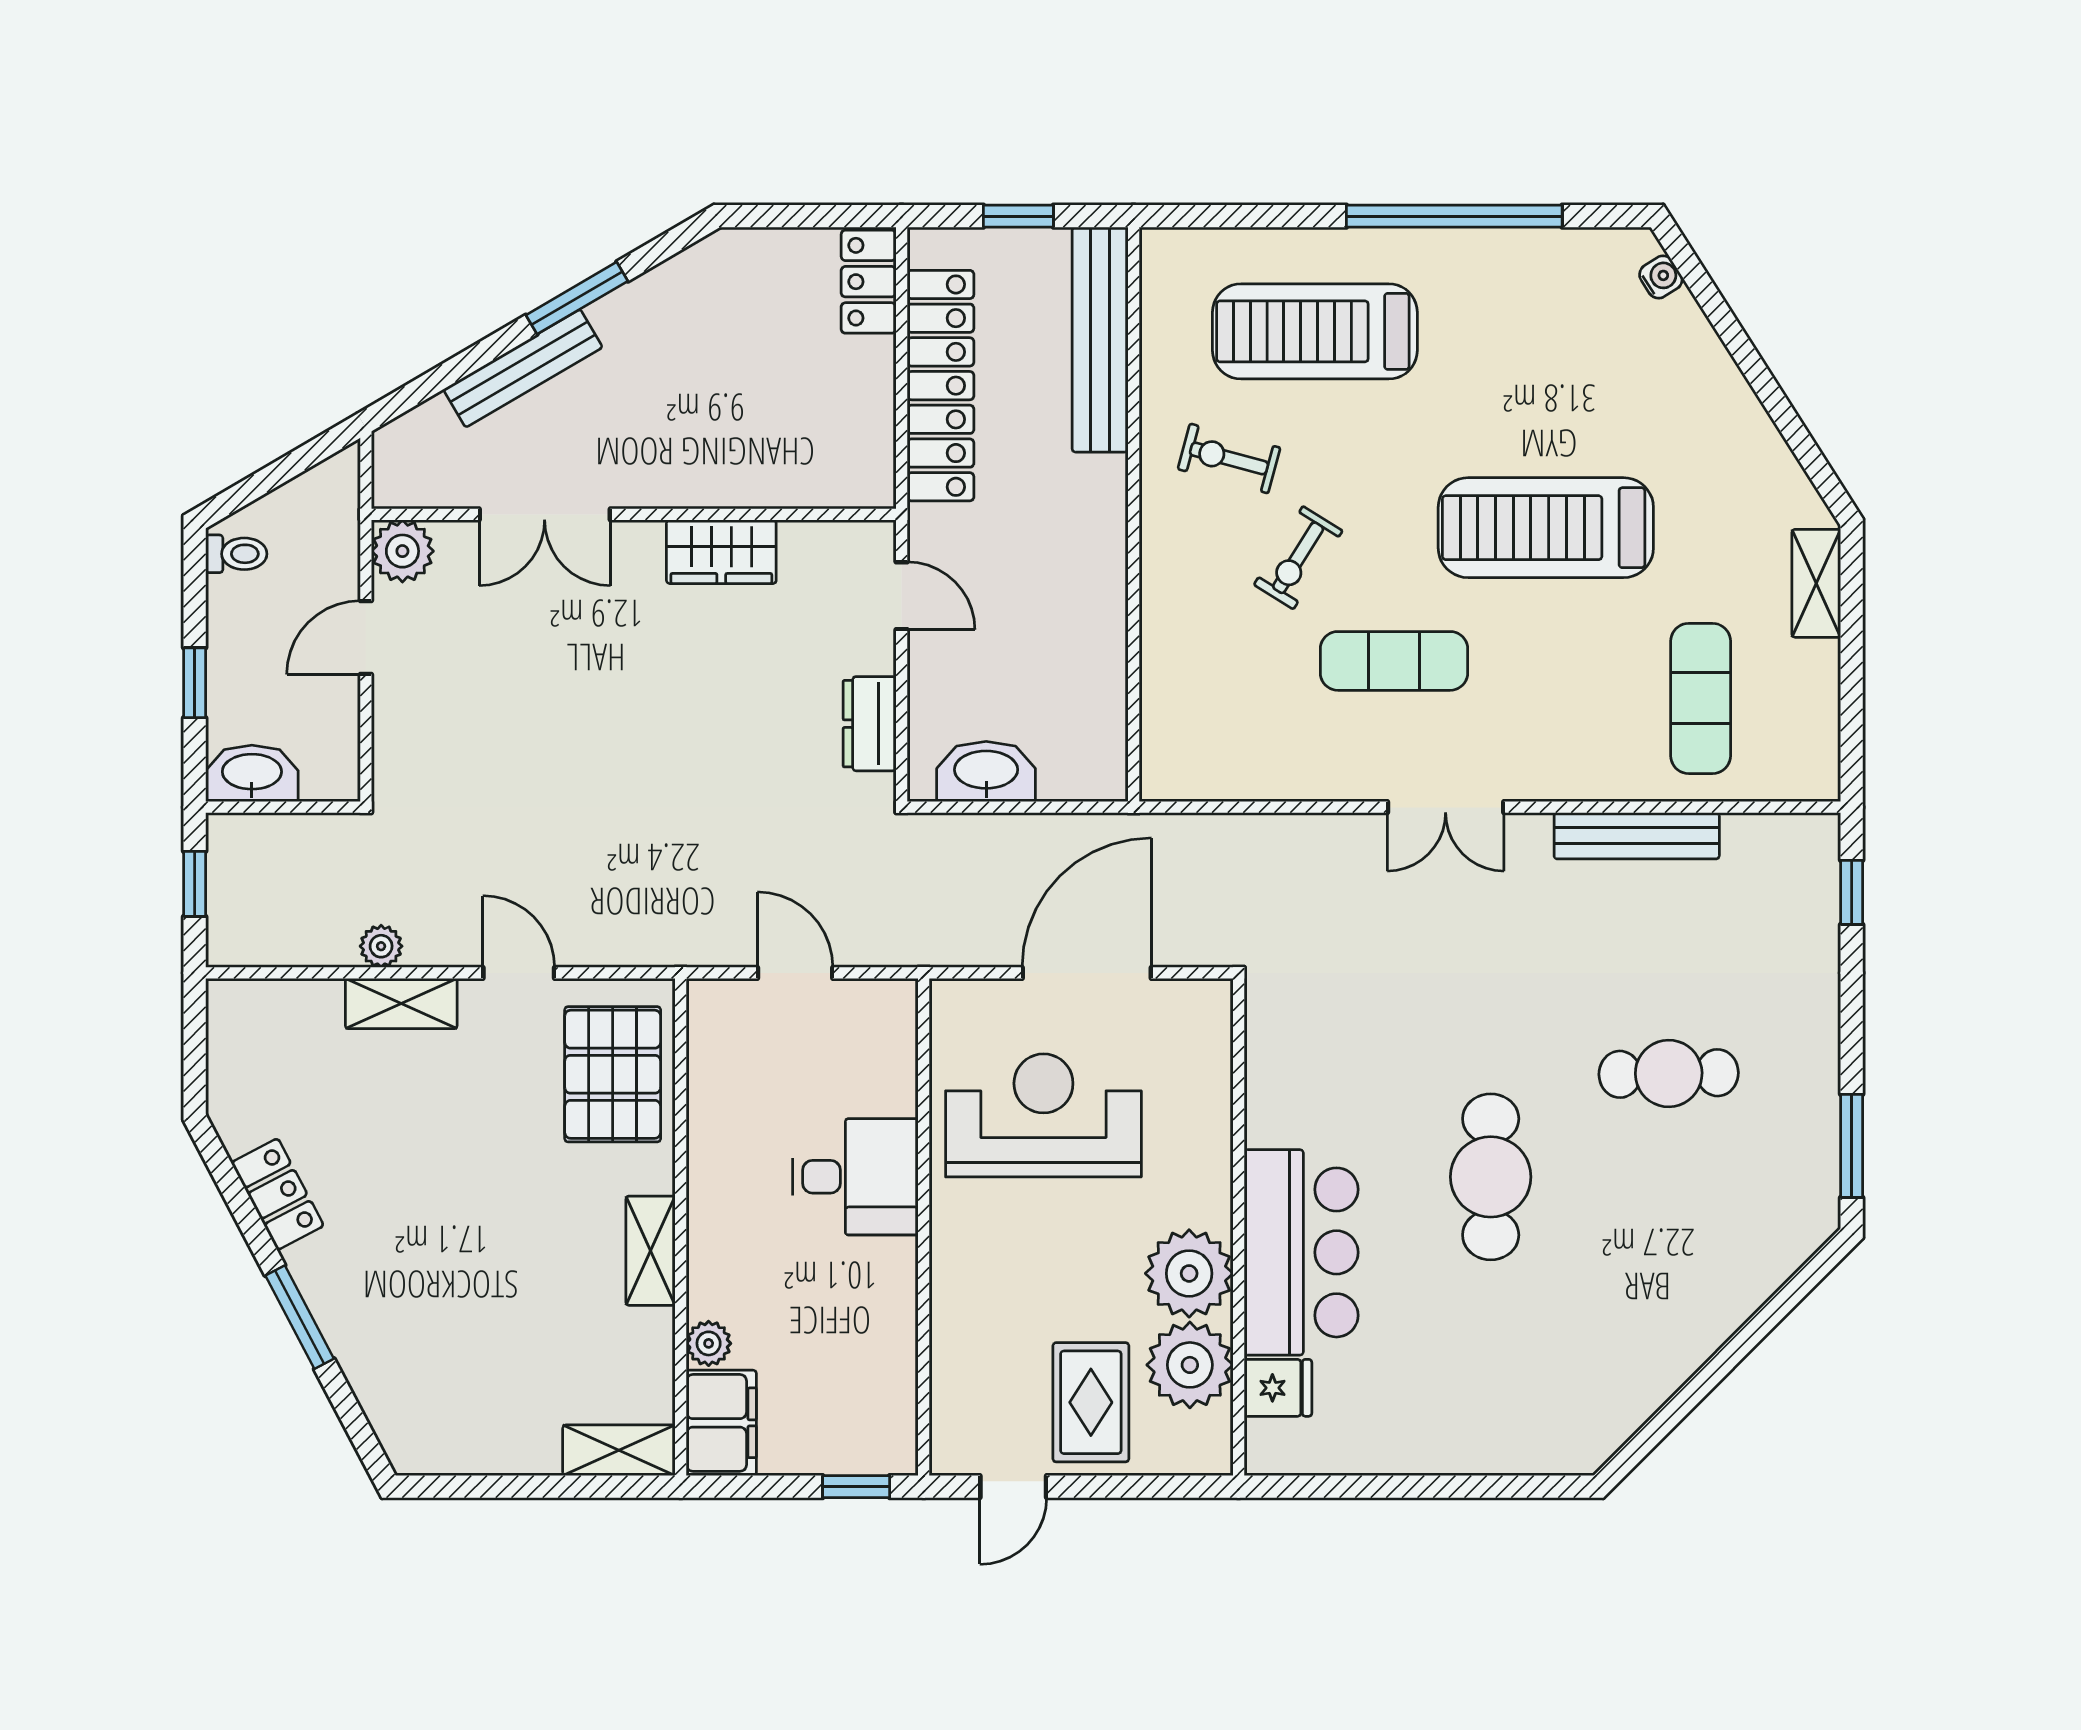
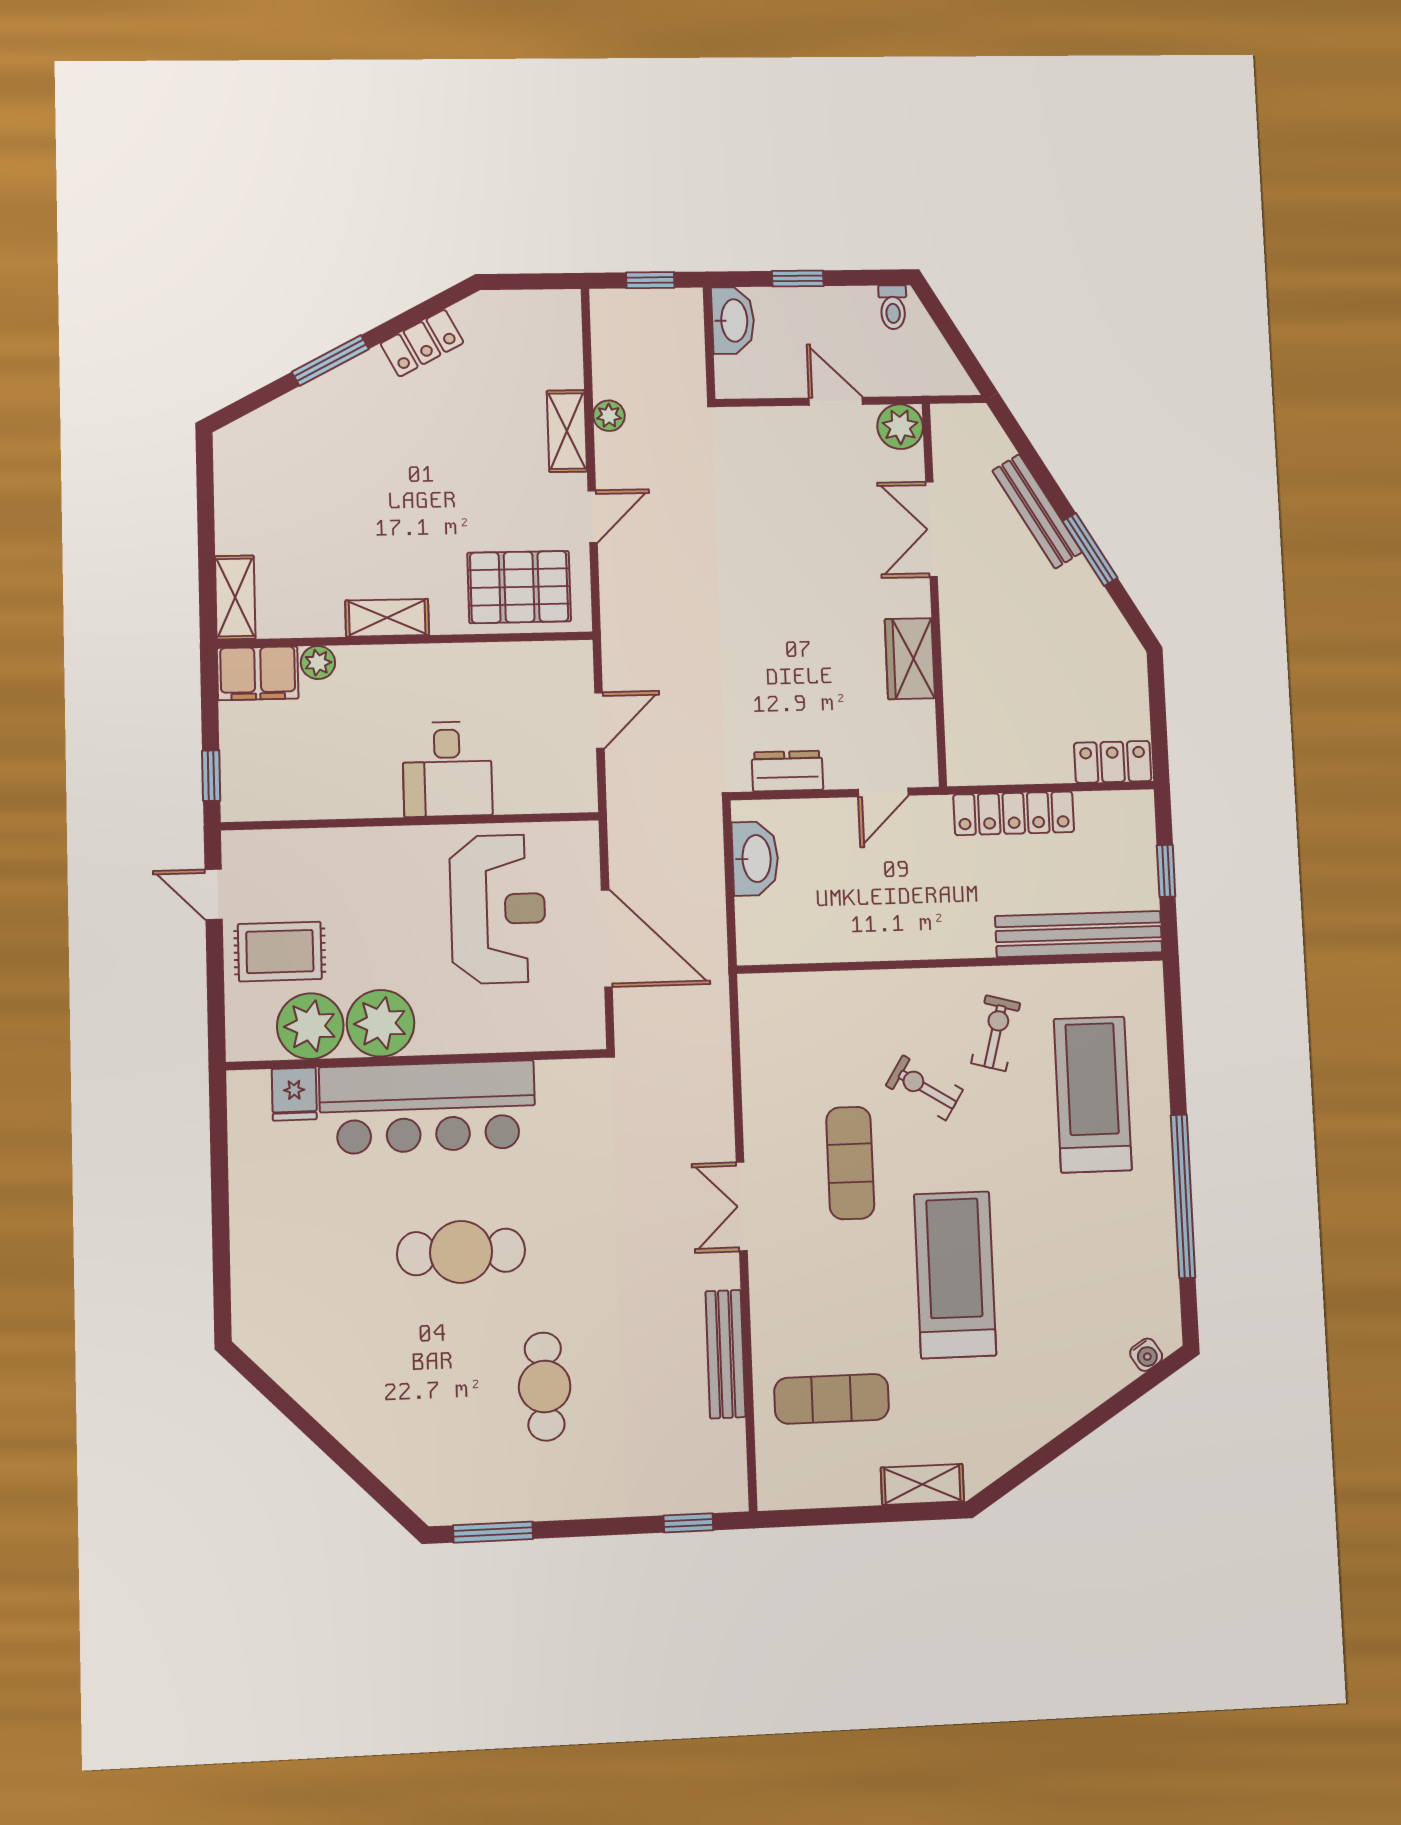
locker: (941, 386) -> (1014, 813), width x0.71, depth x0.83
bar counter: (1301, 1252) -> (428, 1107), width x1.36

